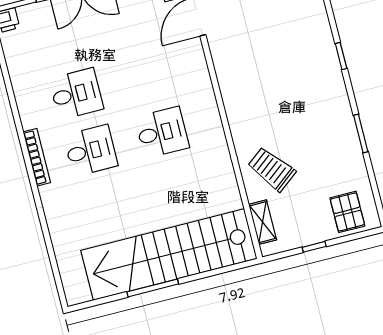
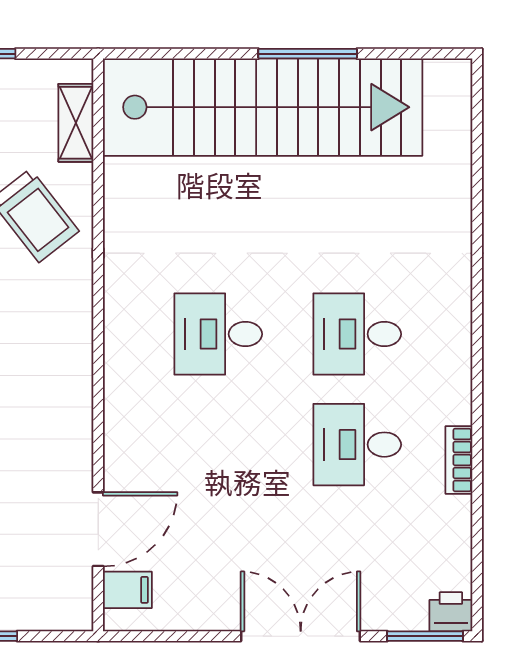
bookcase: (37, 157) -> (459, 460), moved, width x0.64

